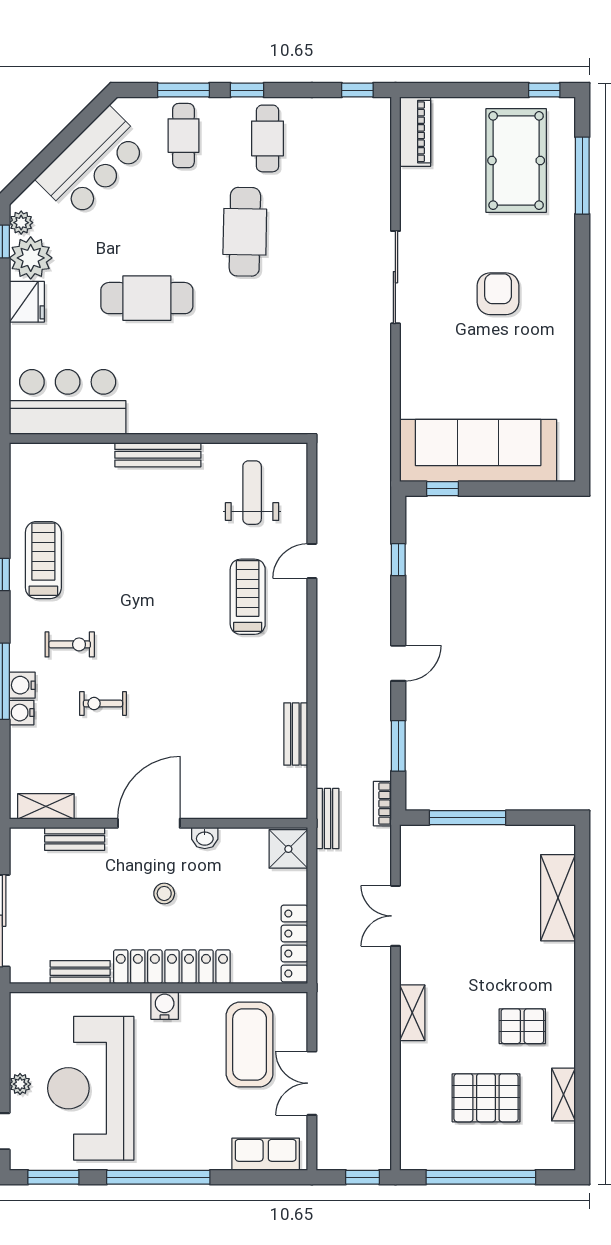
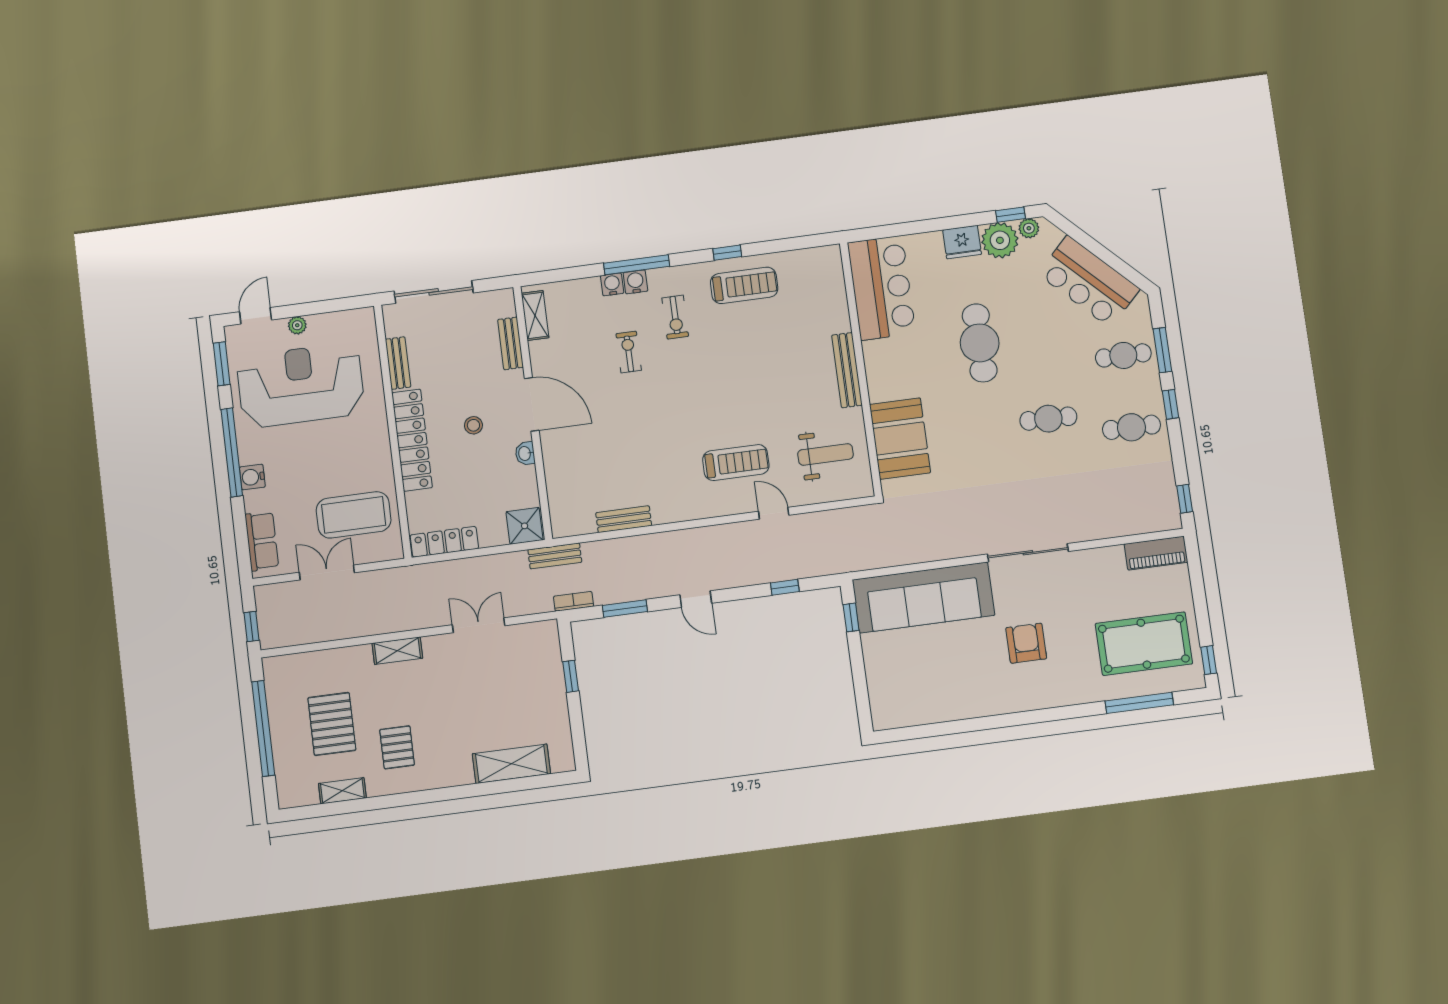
cafe table: (245, 232) -> (1048, 419), width x0.73, depth x0.74
armchair: (498, 294) -> (1026, 643), turned -90
booth: (245, 405) -> (900, 438), added
sofa: (478, 451) -> (923, 598), moved, turned 90
window: (468, 818) -> (571, 676), width x0.46
water cooler: (165, 1006) -> (252, 477), moved, turned 180

